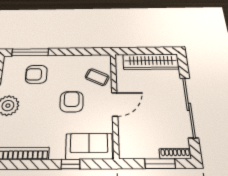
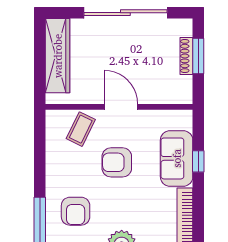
sofa: (89, 146) -> (177, 158), moved
shoe rack: (175, 154) -> (186, 56), moved

